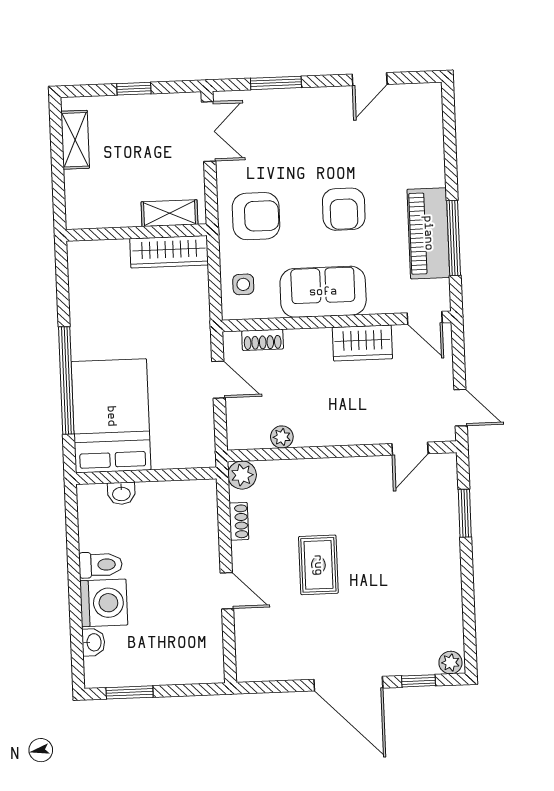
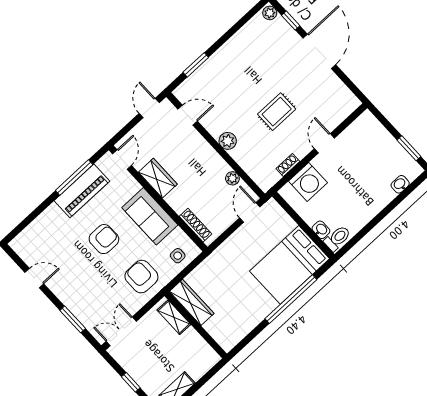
shoe rack: (263, 340) -> (195, 225), width x1.43
door: (219, 380) -> (250, 212), moved
plant: (242, 475) -> (228, 141), moved
toilet: (101, 565) -> (337, 238), moved, turned 90
washing machine: (104, 603) -> (308, 182), moved, turned 180

